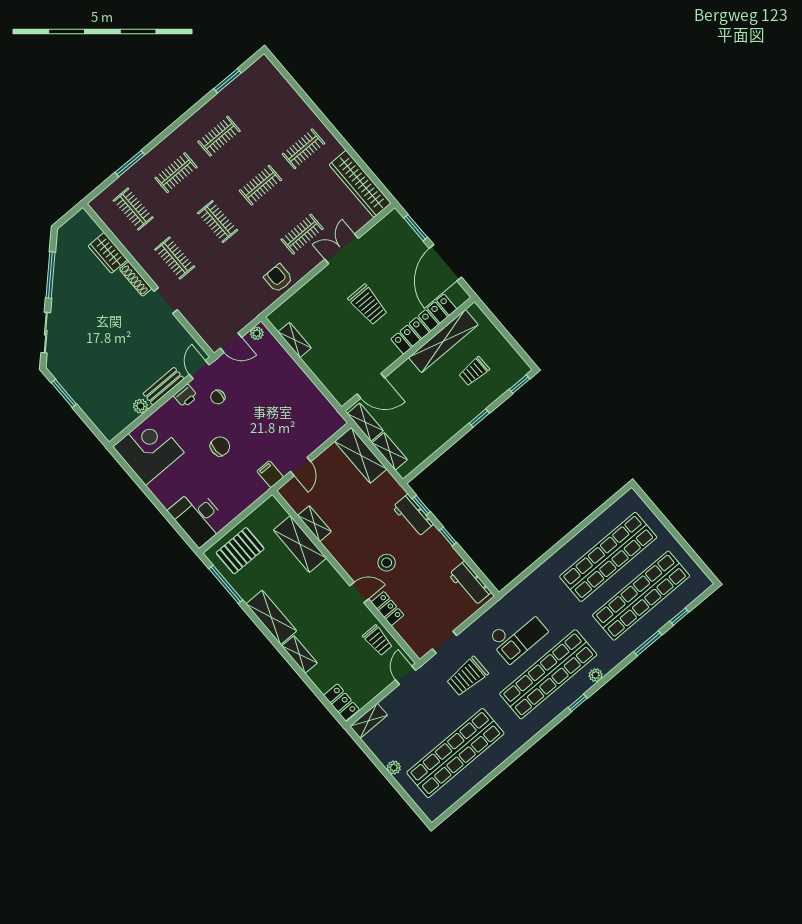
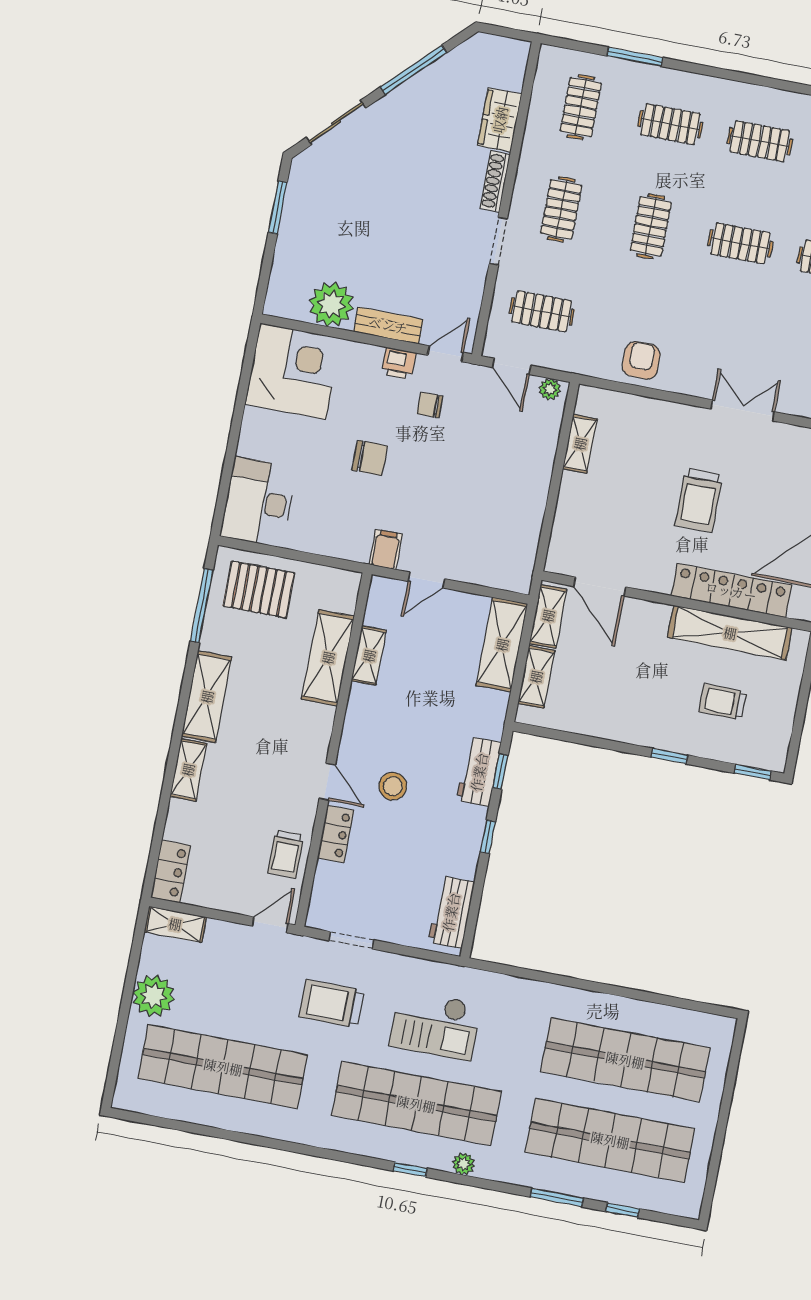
clothes rail: (302, 234) -> (542, 311), moved
plant: (141, 406) -> (331, 304), width x1.87, depth x1.87
plant: (394, 768) -> (153, 996), width x1.88, depth x1.88

